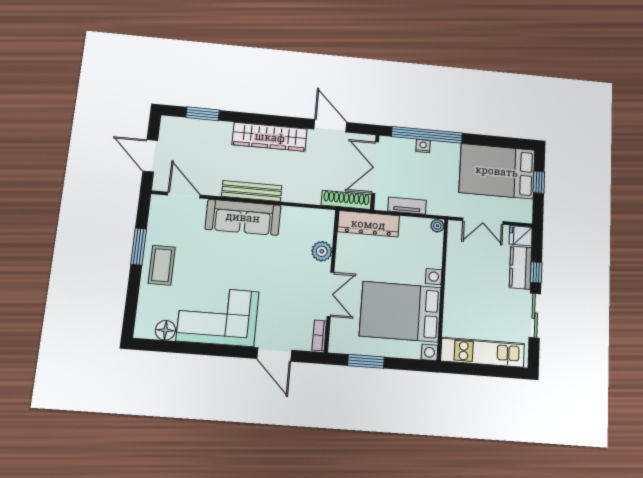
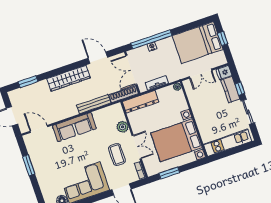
bench: (252, 191) -> (94, 104), moved
coffee table: (162, 265) -> (117, 155), moved

